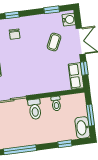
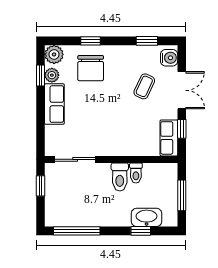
chair: (15, 34) -> (91, 68), width x1.87, depth x1.87
toilet: (35, 109) -> (120, 177), moved
washbasin: (82, 128) -> (147, 217), moved, turned 90

